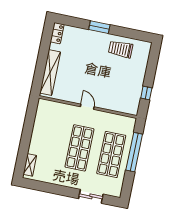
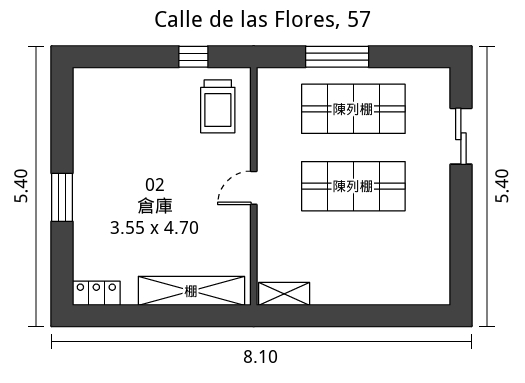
trolley: (121, 49) -> (218, 106), moved
window: (134, 152) -> (337, 57), width x0.68
shelving: (30, 165) -> (284, 294), moved

